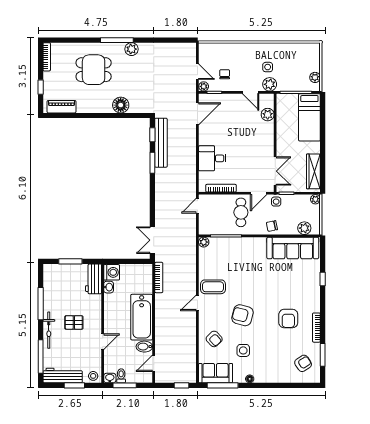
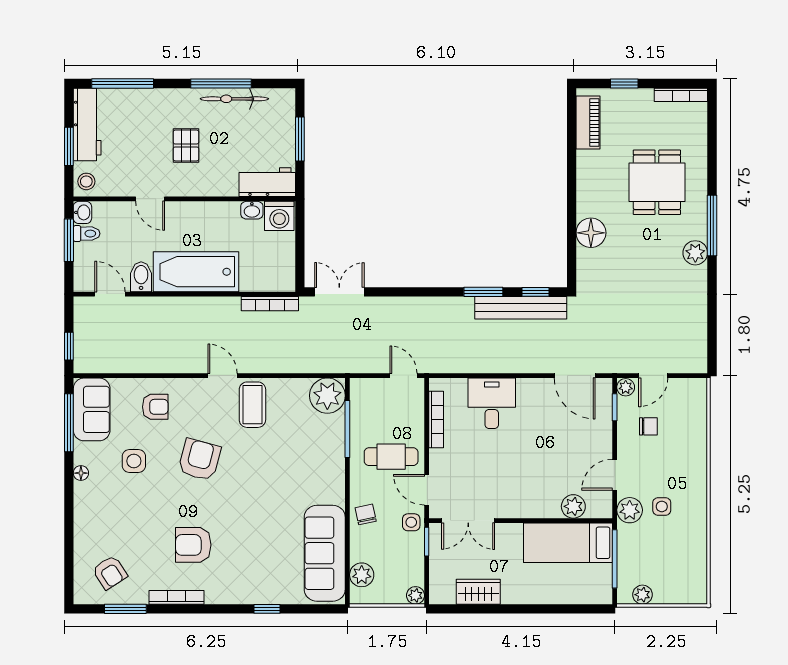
bed: (309, 117) -> (568, 543), moved
wardrobe: (313, 171) -> (478, 592), width x0.67
plant: (204, 242) -> (327, 396), width x1.88, depth x1.88
bicycle: (49, 330) -> (234, 99), moved
armchair: (214, 339) -> (155, 407), turned -137

